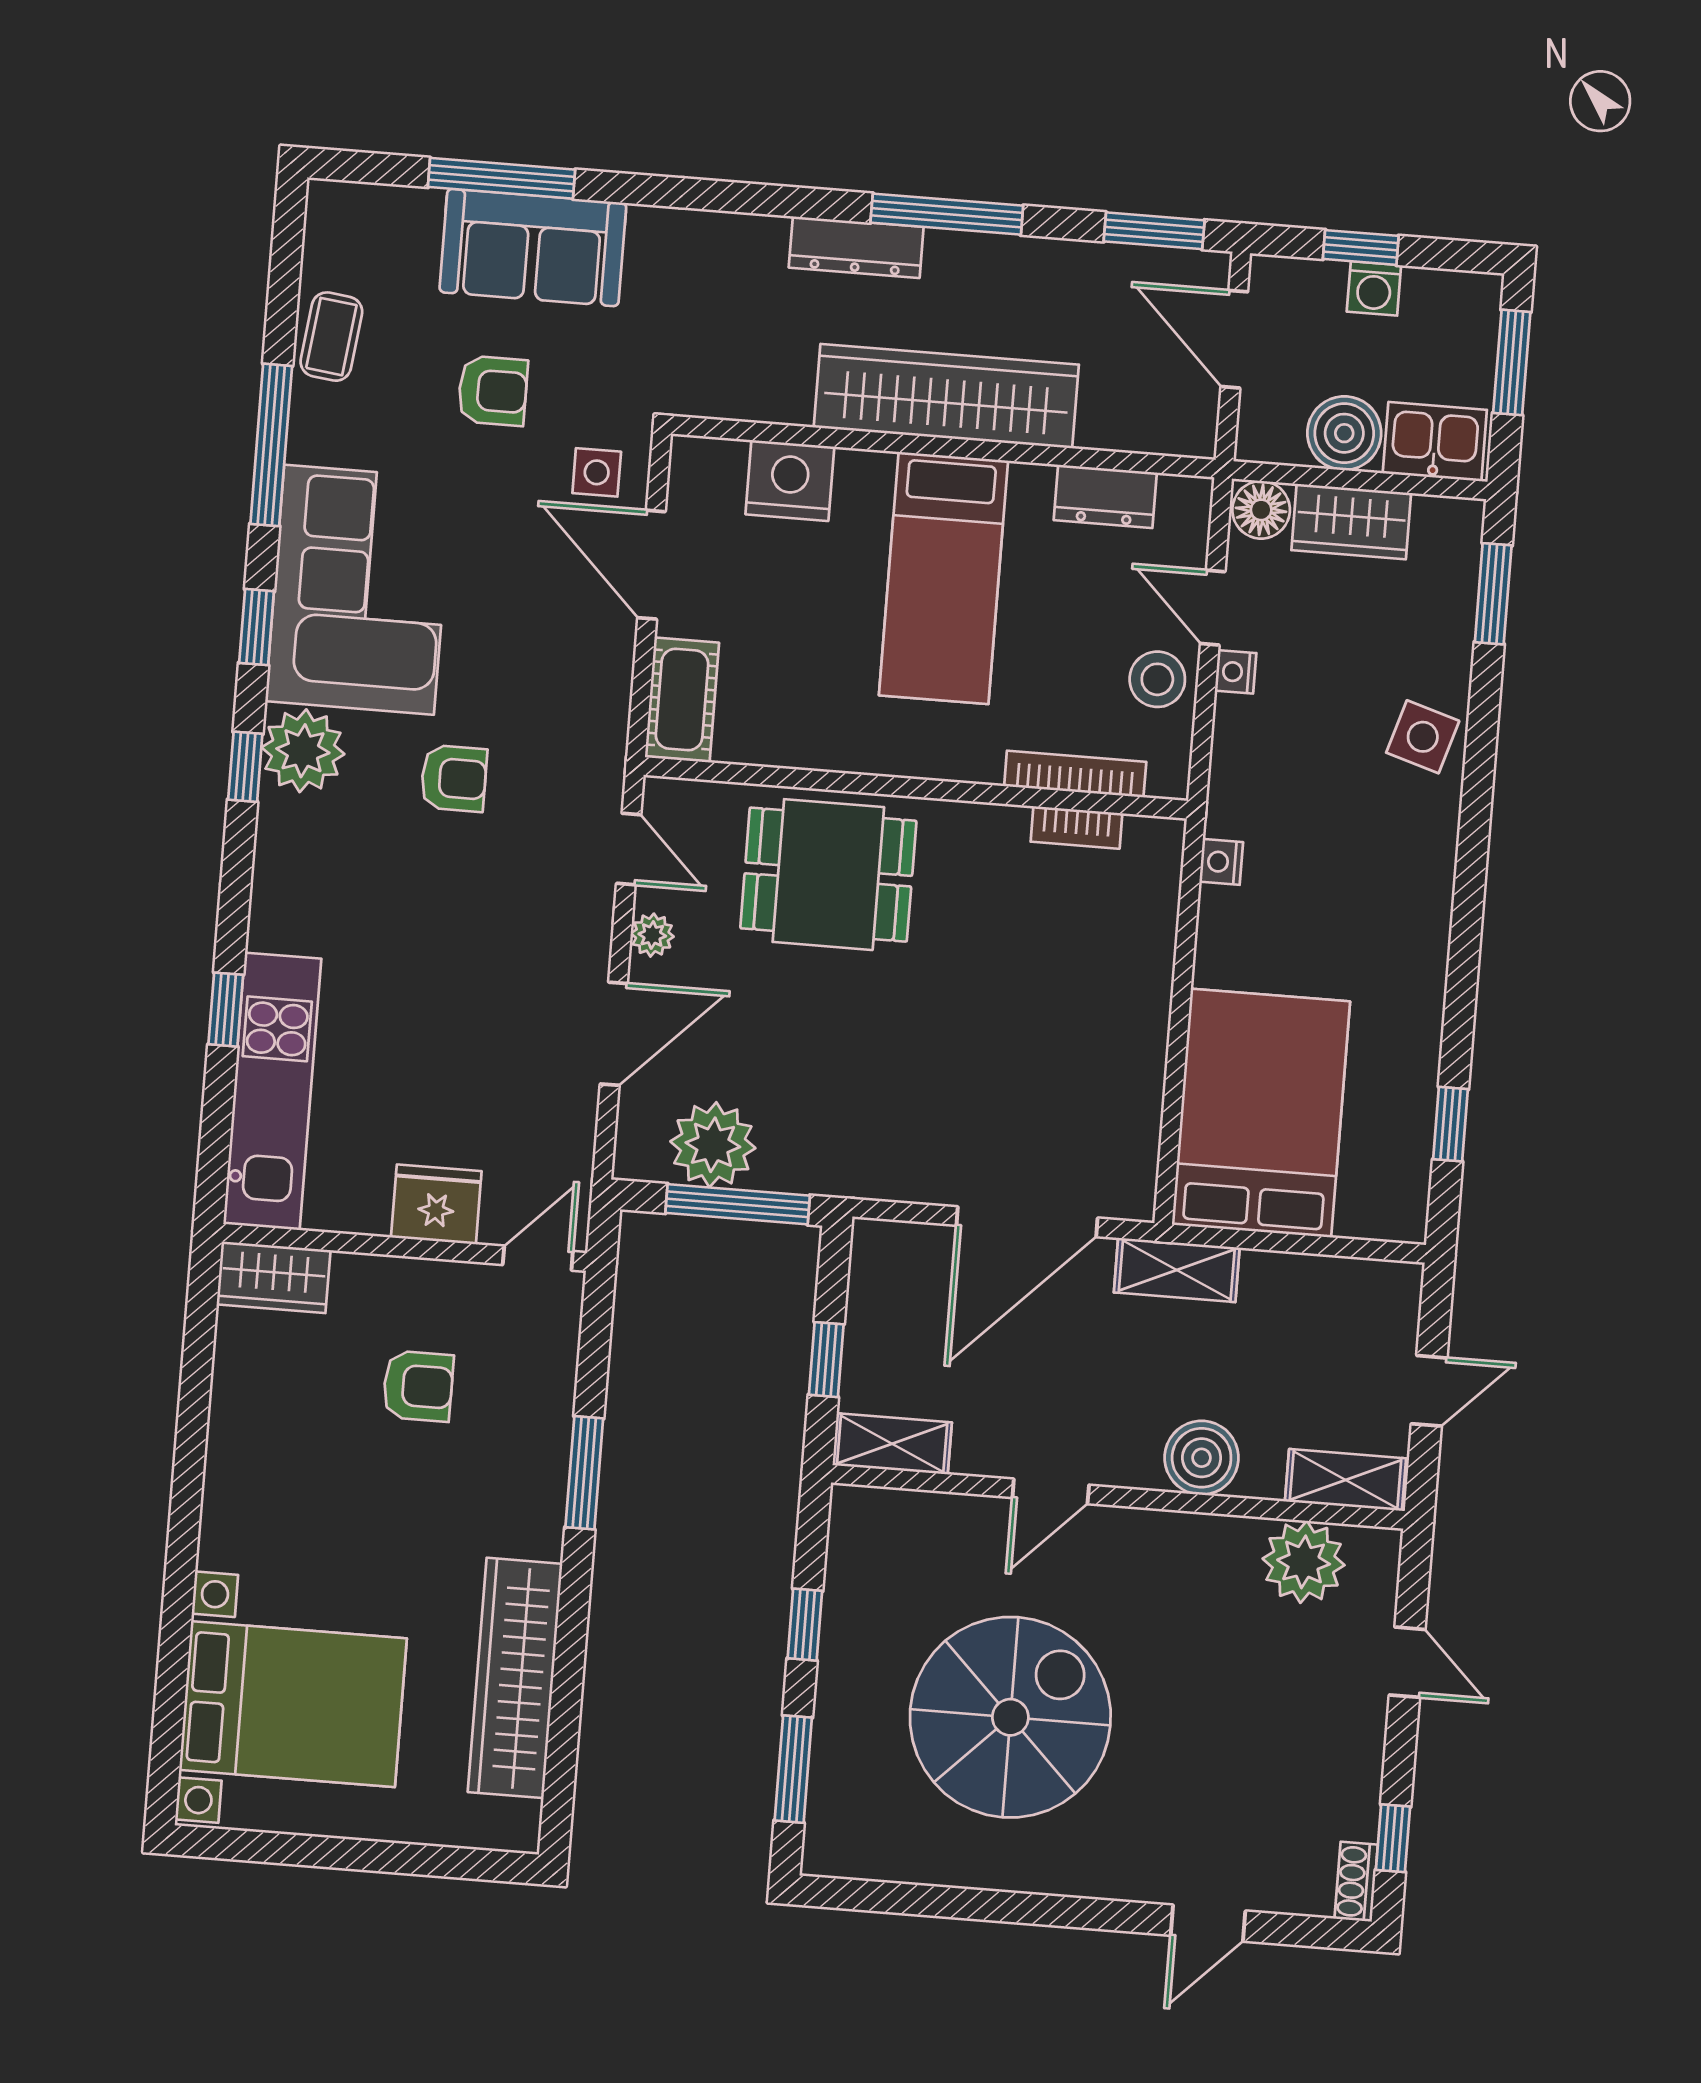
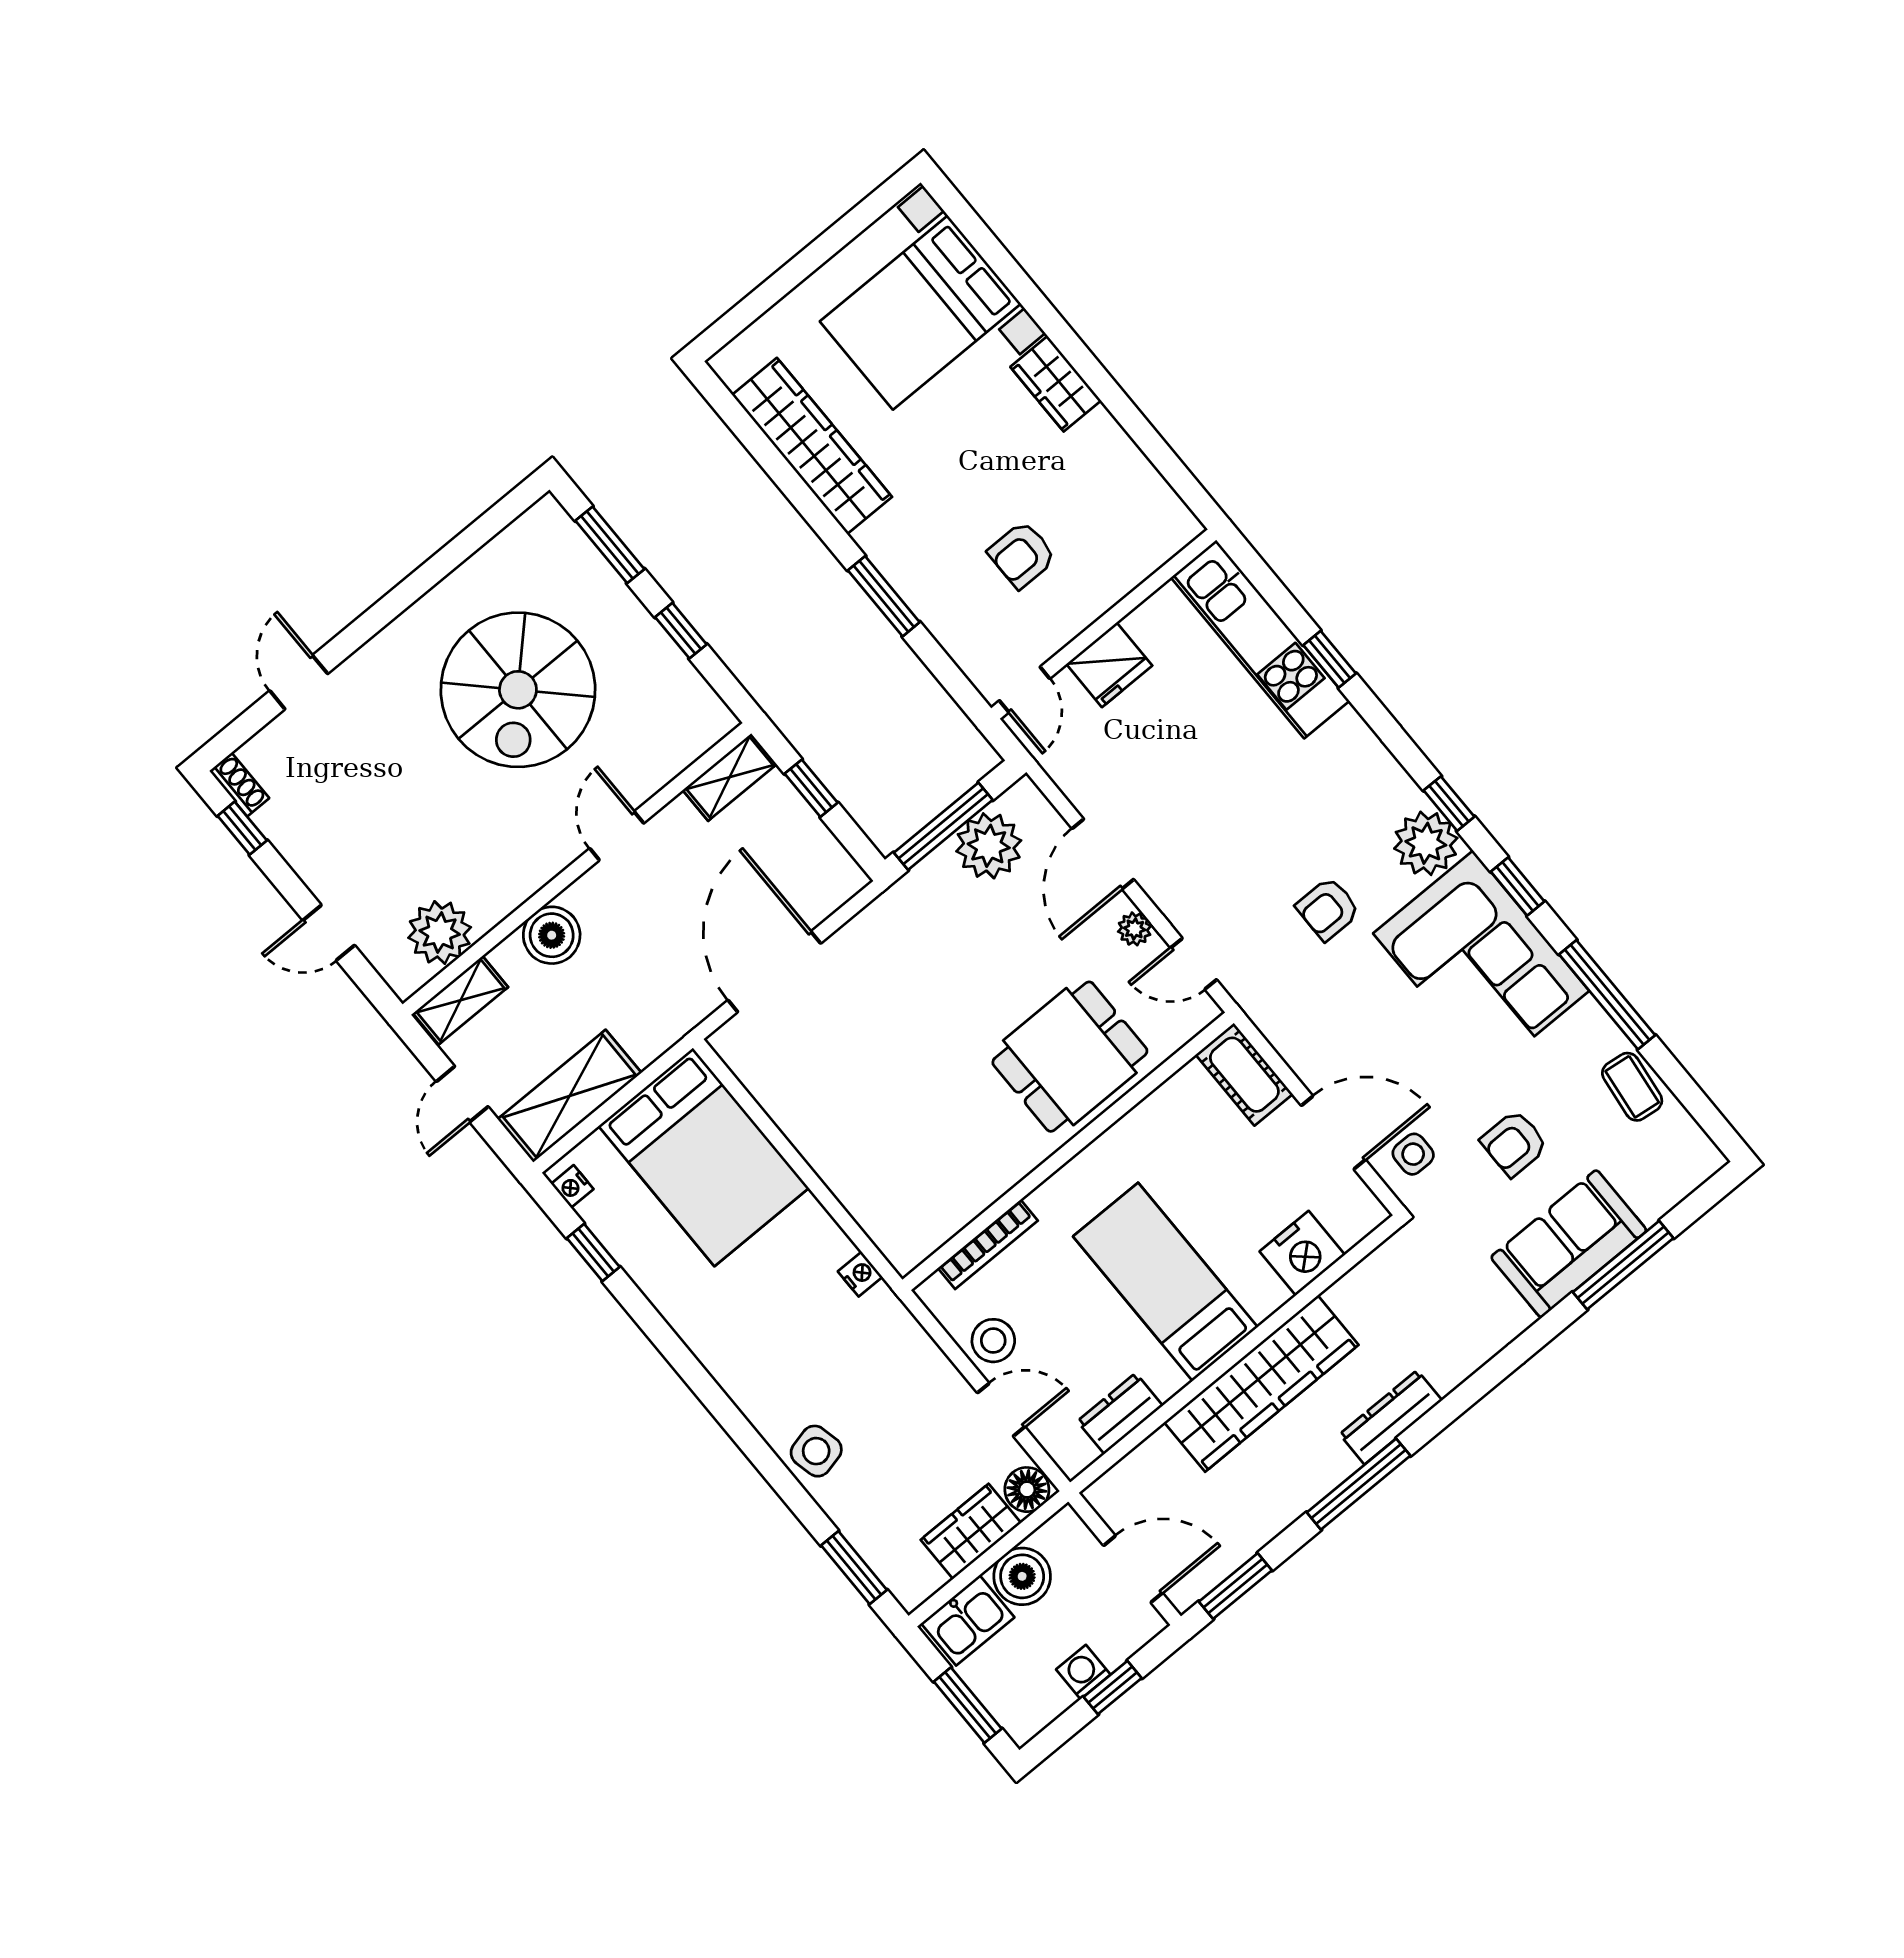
nightstand: (1236, 672) -> (572, 1186), moved, turned 180
side table: (1423, 737) -> (816, 1451), turned -30
bookcase: (1076, 827) -> (958, 1216), removed
shelving: (1177, 1270) -> (569, 1096), moved, width x1.50, depth x1.33
wardrobe: (274, 1277) -> (1056, 384), moved, turned -90

